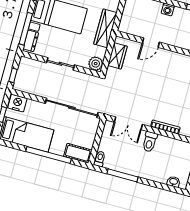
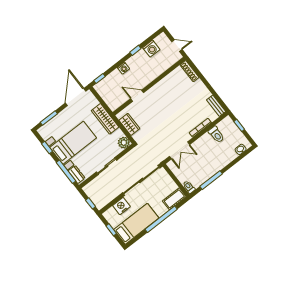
door: (151, 43) -> (137, 96), swing flipped
nightstand: (17, 103) -> (121, 206), moved
toilet: (150, 142) -> (216, 135), moved

